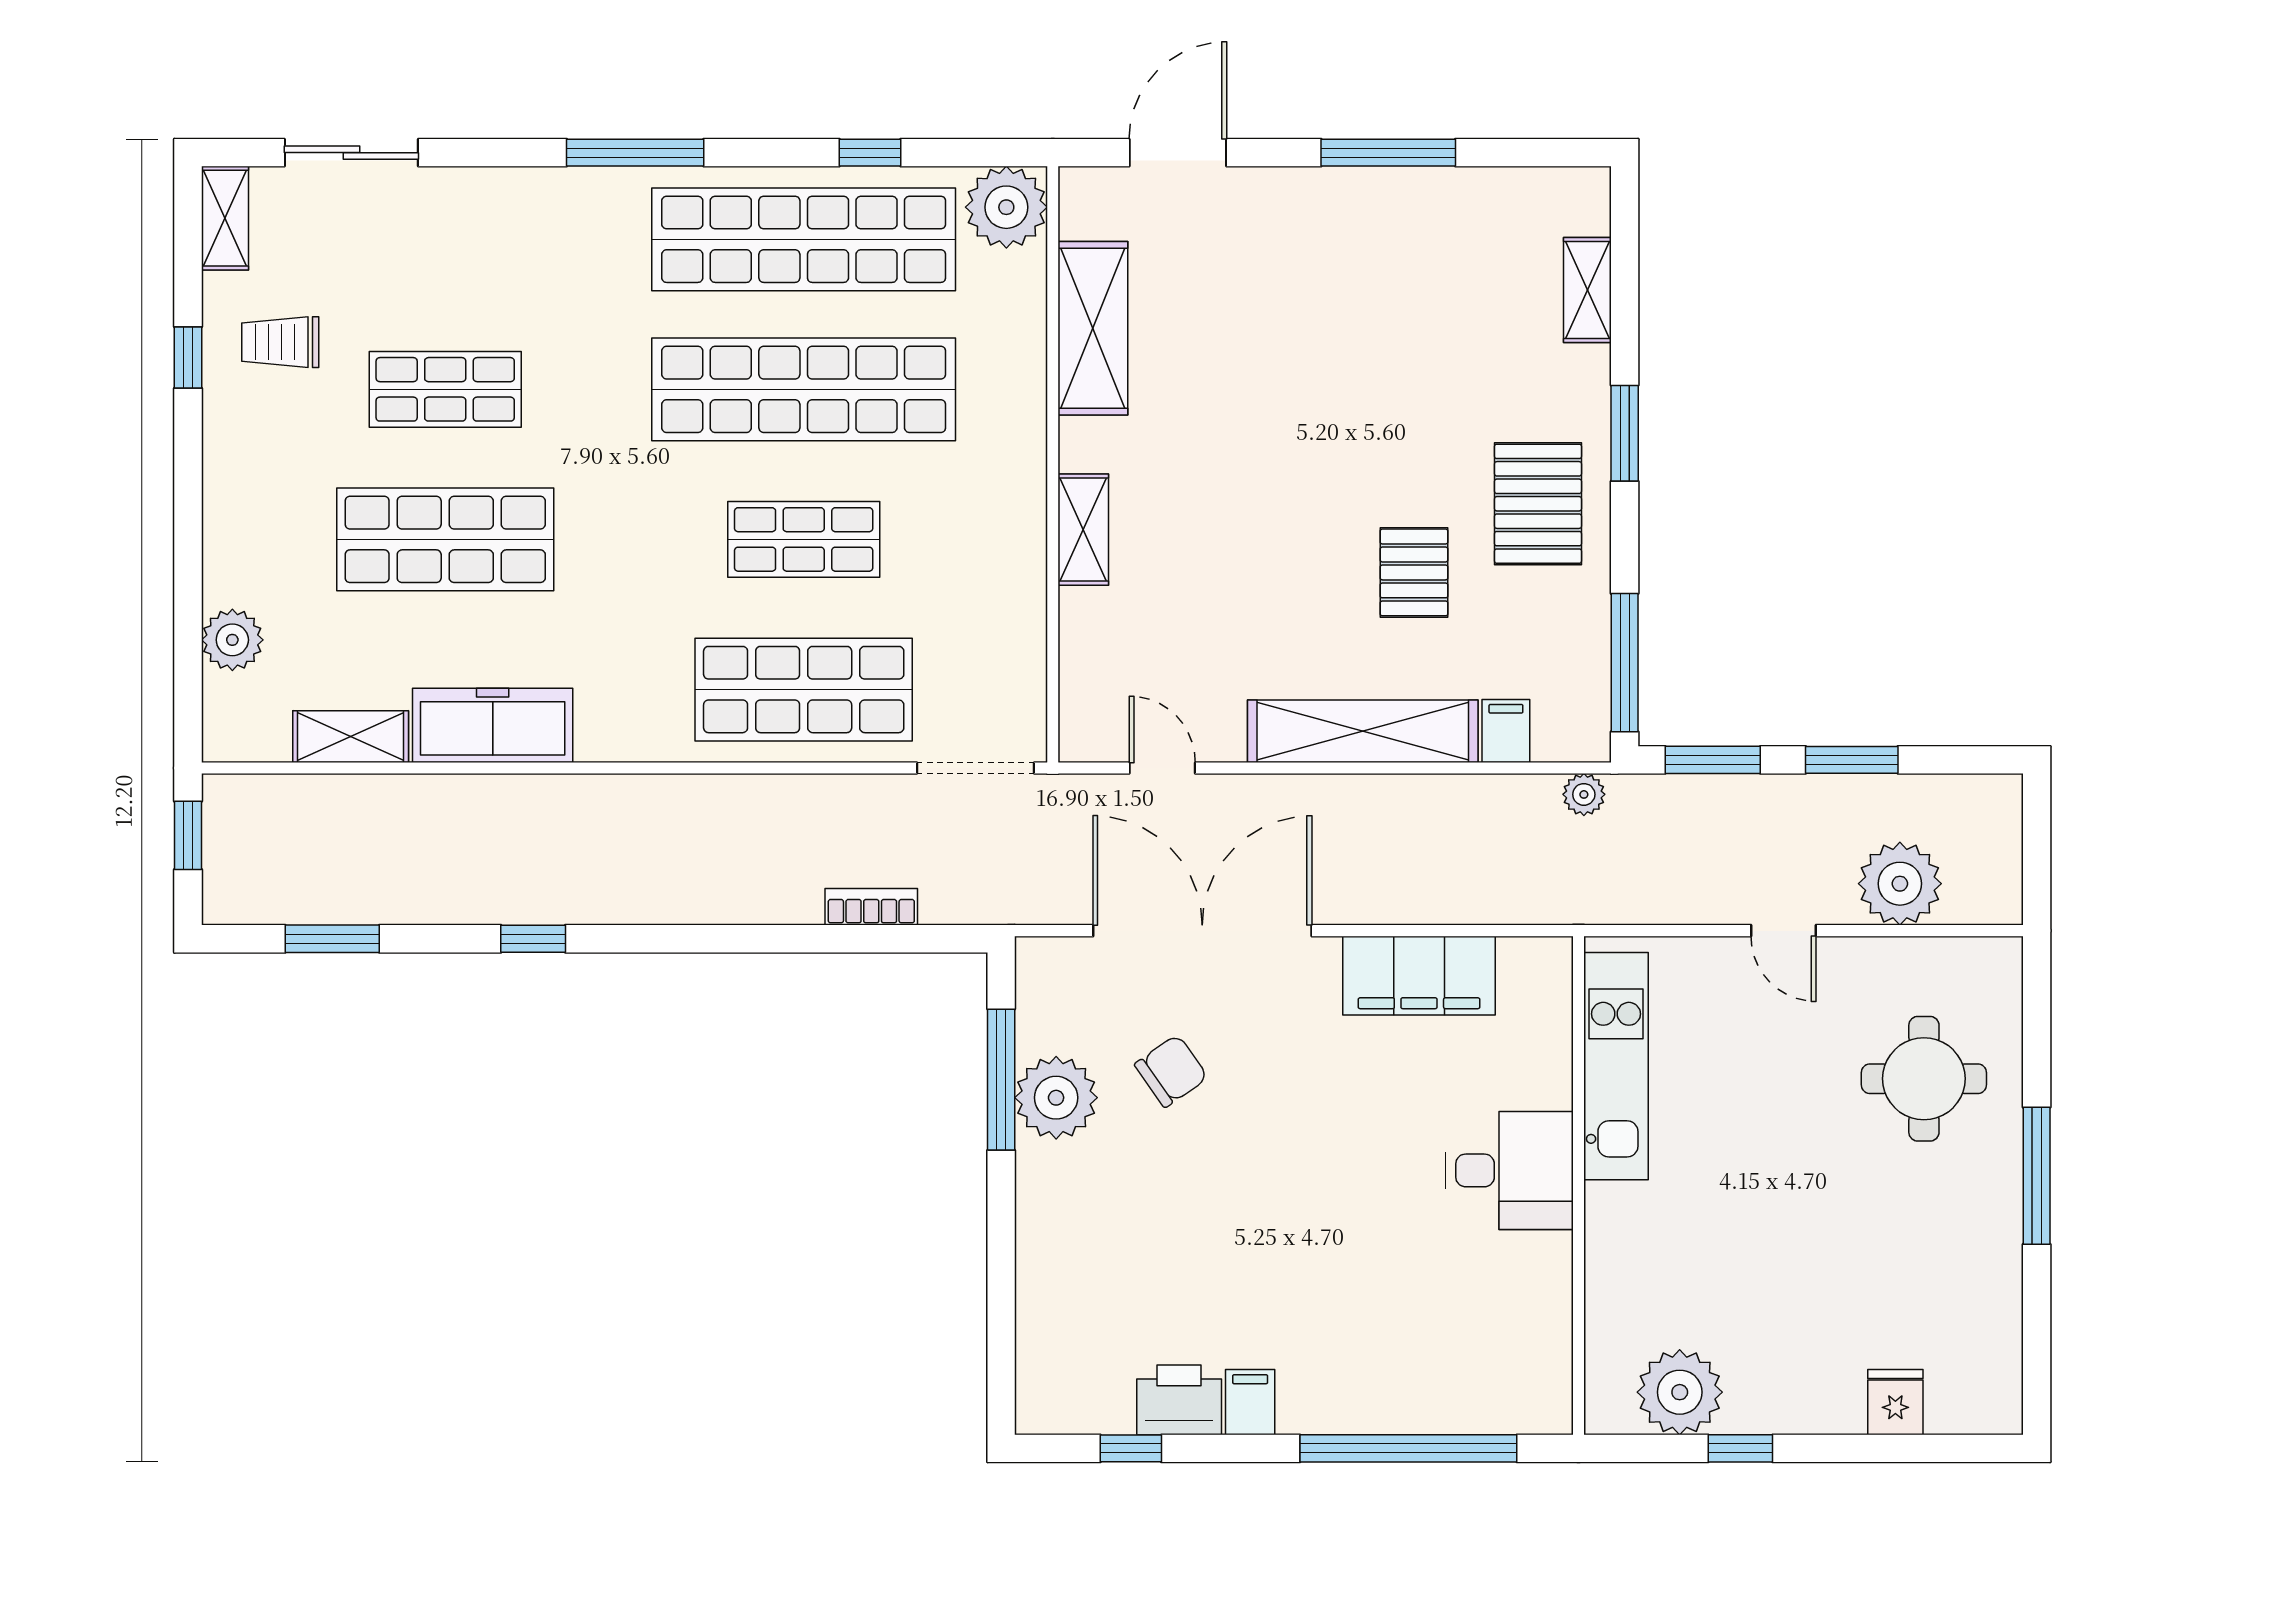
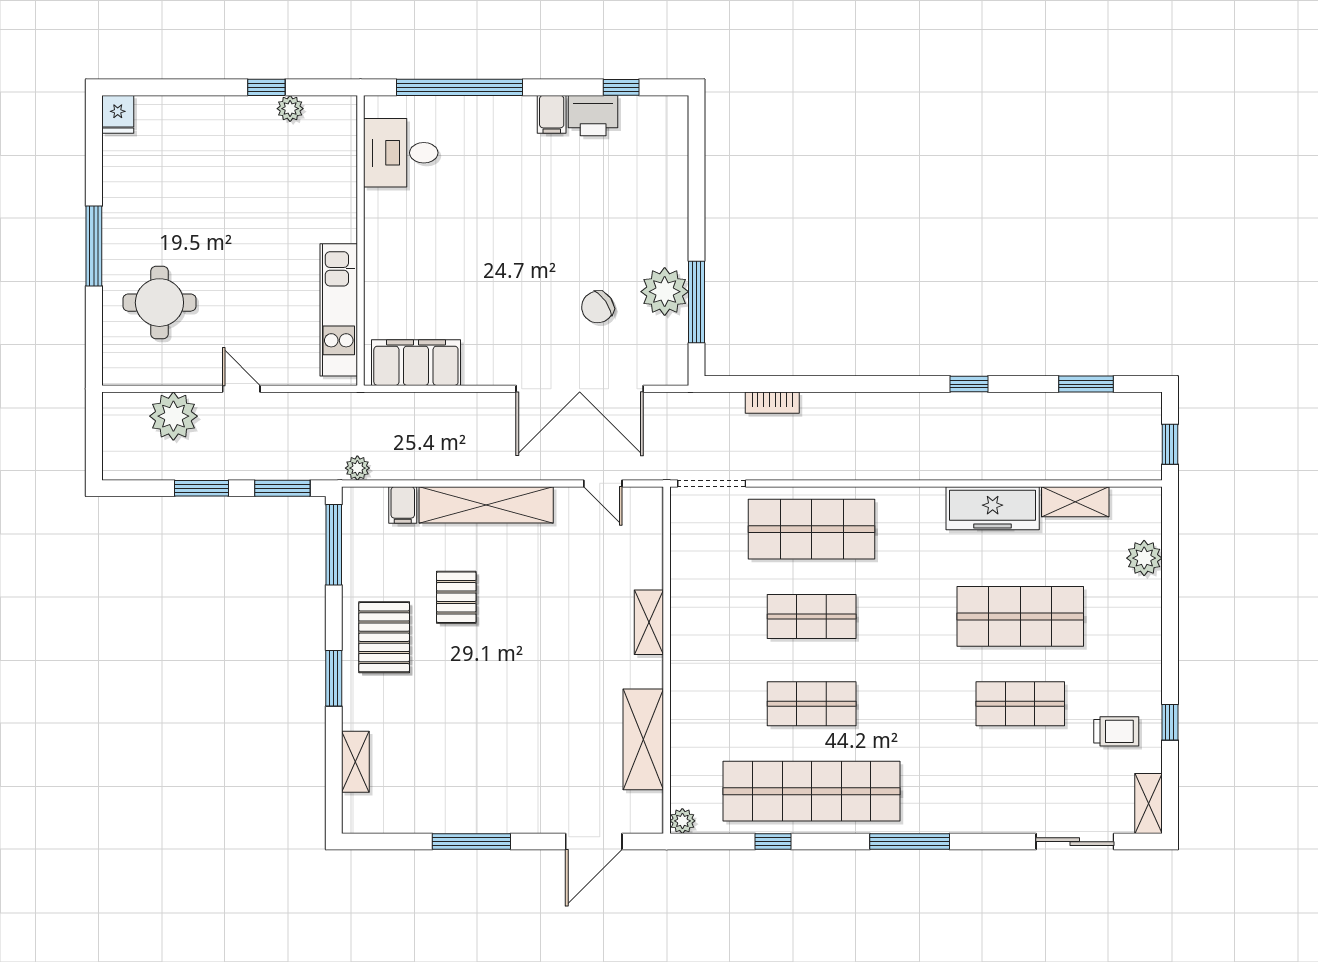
plant: (1006, 207) -> (682, 821), width x0.53, depth x0.53
shop shelf: (804, 389) -> (812, 704), width x0.50, depth x0.74
filing cabinet: (1419, 976) -> (416, 363), moved
desk: (1509, 1170) -> (401, 153), moved
plant: (1680, 1392) -> (290, 109), width x0.53, depth x0.53
fridge: (1895, 1402) -> (118, 114), moved

